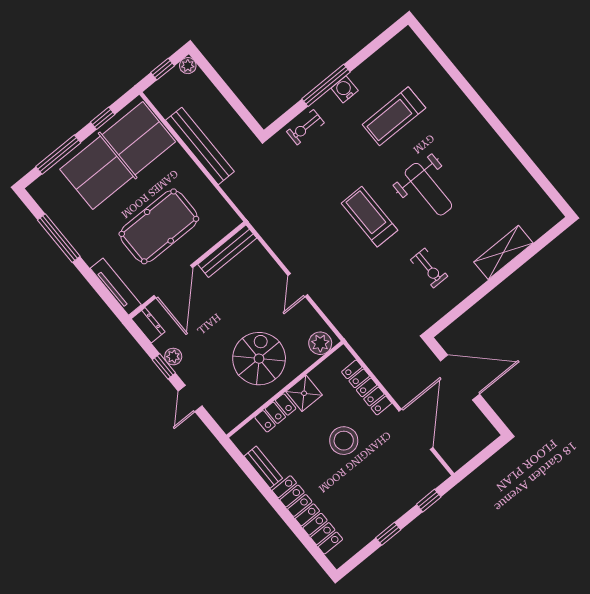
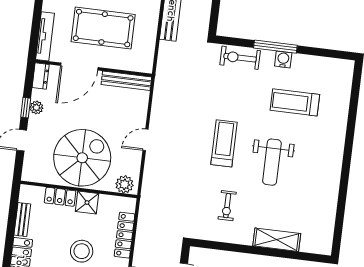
exercise bike: (305, 127) -> (240, 58), width x1.38, depth x1.39
spiral stairs: (259, 359) -> (82, 158), width x1.37, depth x1.37

